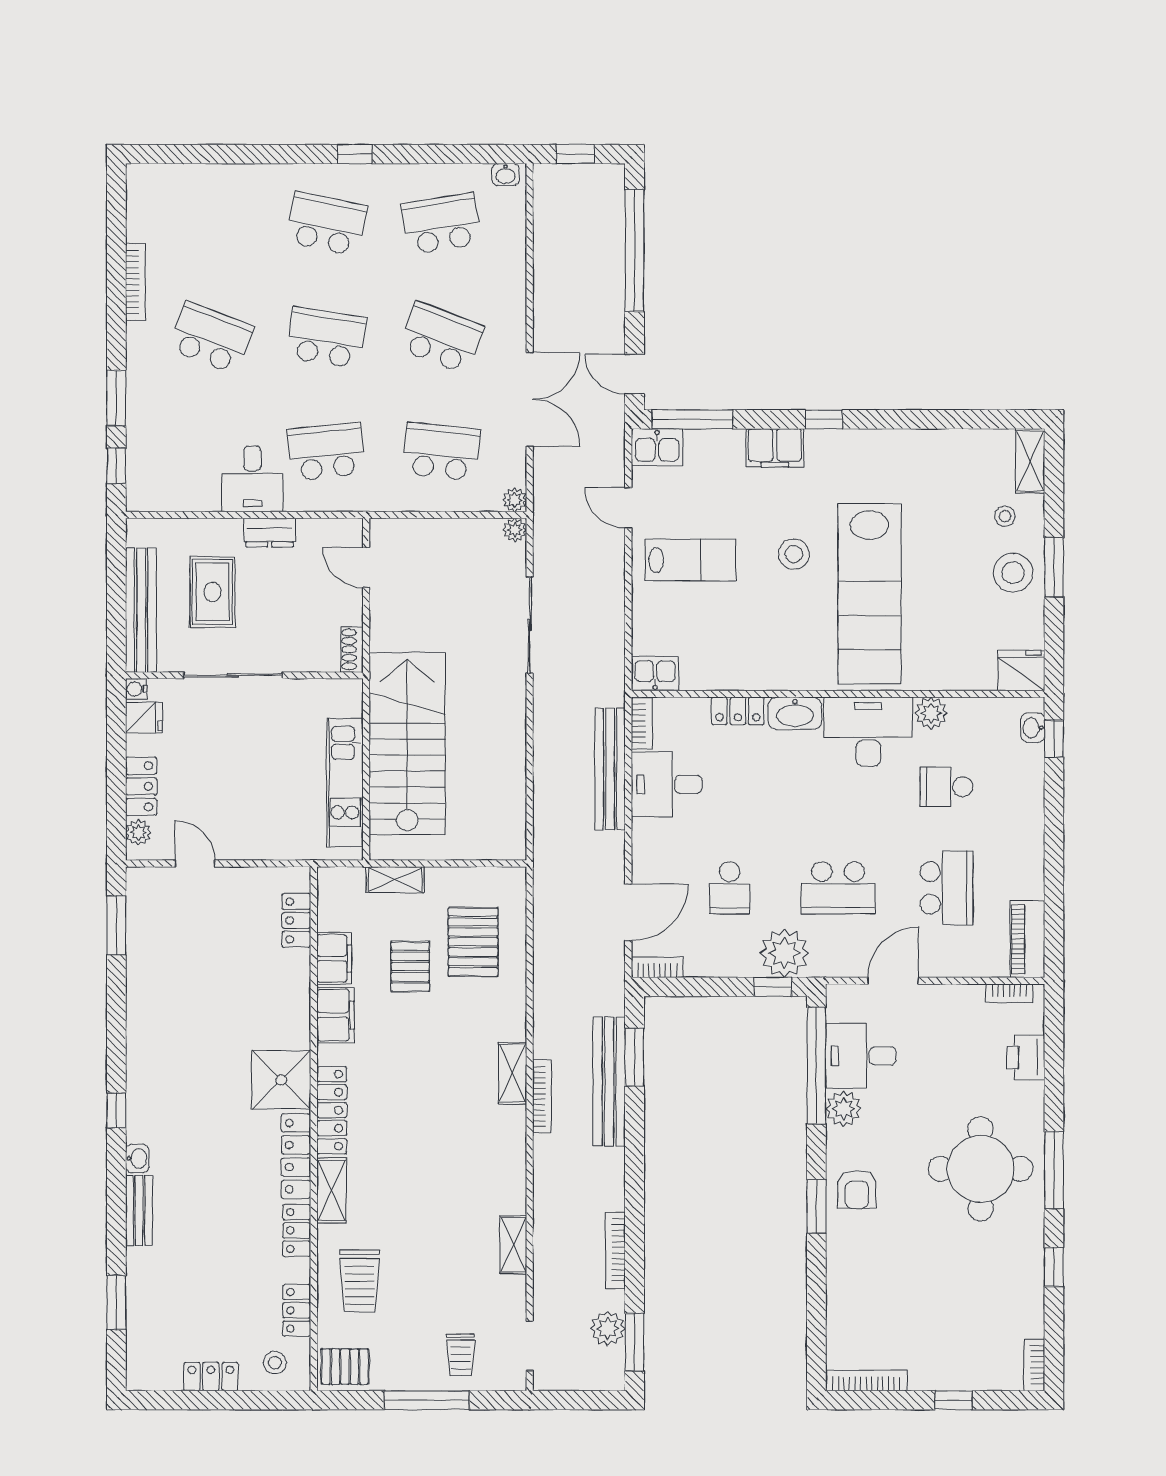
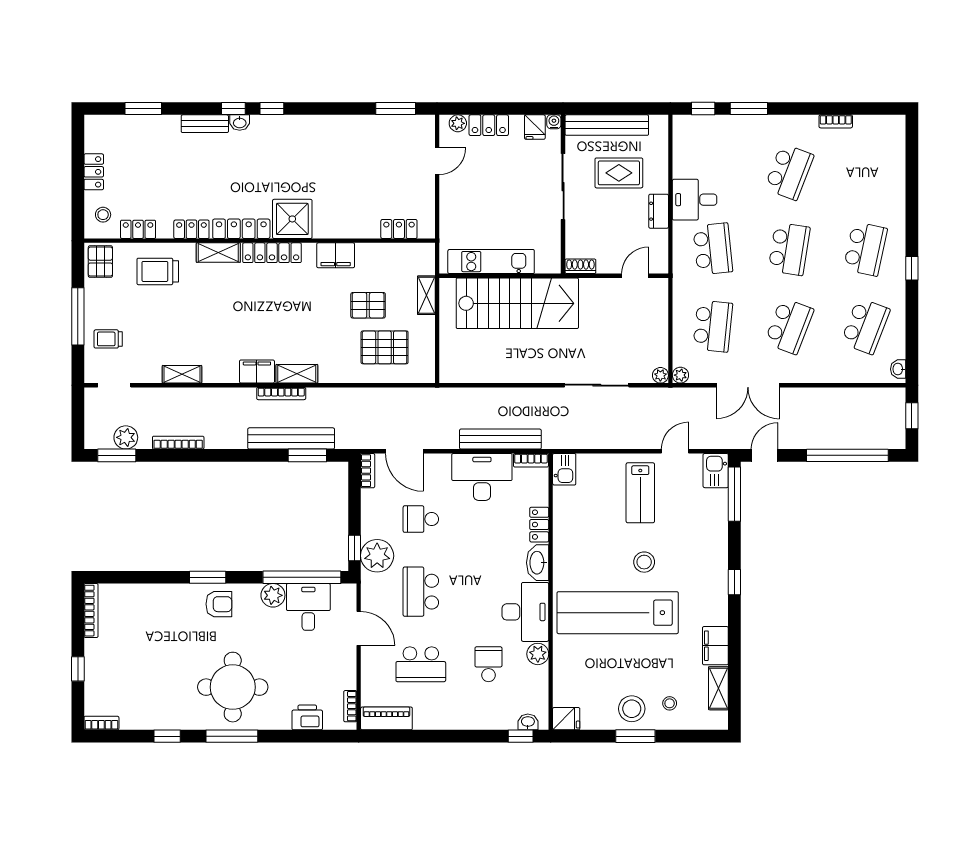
school desk: (441, 224) -> (865, 326), turned 30
bookcase: (135, 282) -> (836, 121), width x0.64
filing cabinet: (775, 448) -> (715, 646), moved
shelving: (1030, 461) -> (718, 688), moved, turned 90
fridge: (1021, 671) -> (566, 719), width x0.72
desk: (667, 784) -> (482, 477), width x1.37
filing cabinet: (334, 958) -> (257, 372), moved, turned 180
window: (116, 1168) -> (233, 109), added
armchair: (857, 1189) -> (219, 604), turned 180

